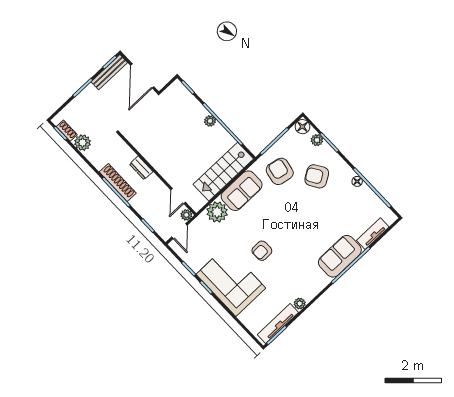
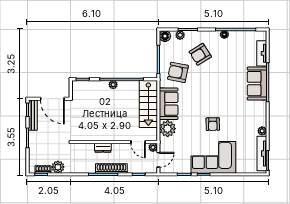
shoe rack: (118, 182) -> (111, 168), moved
door: (179, 231) -> (158, 160), hinge flipped

